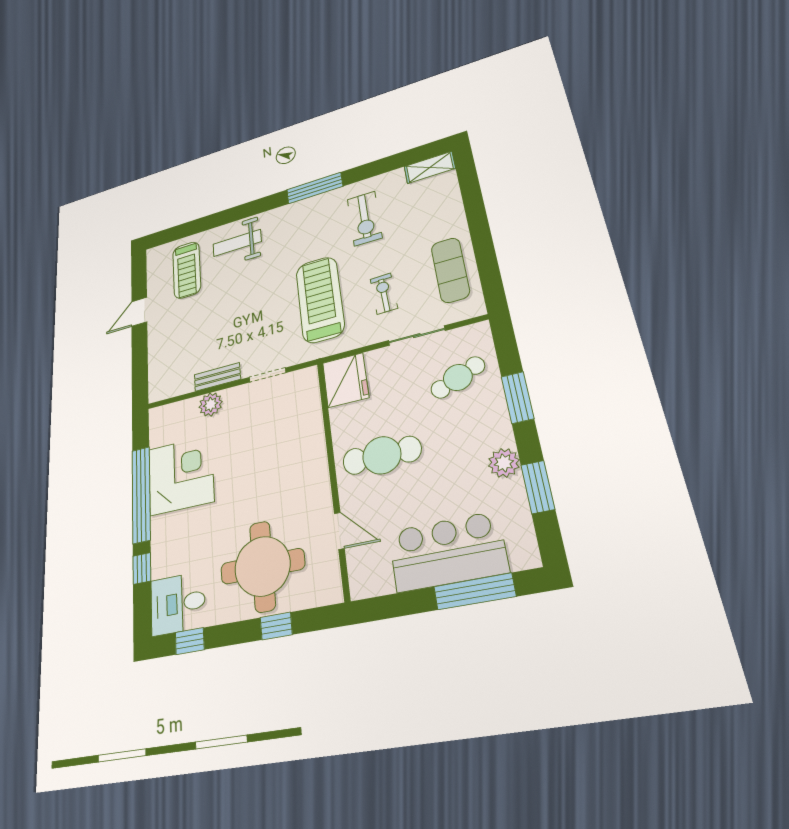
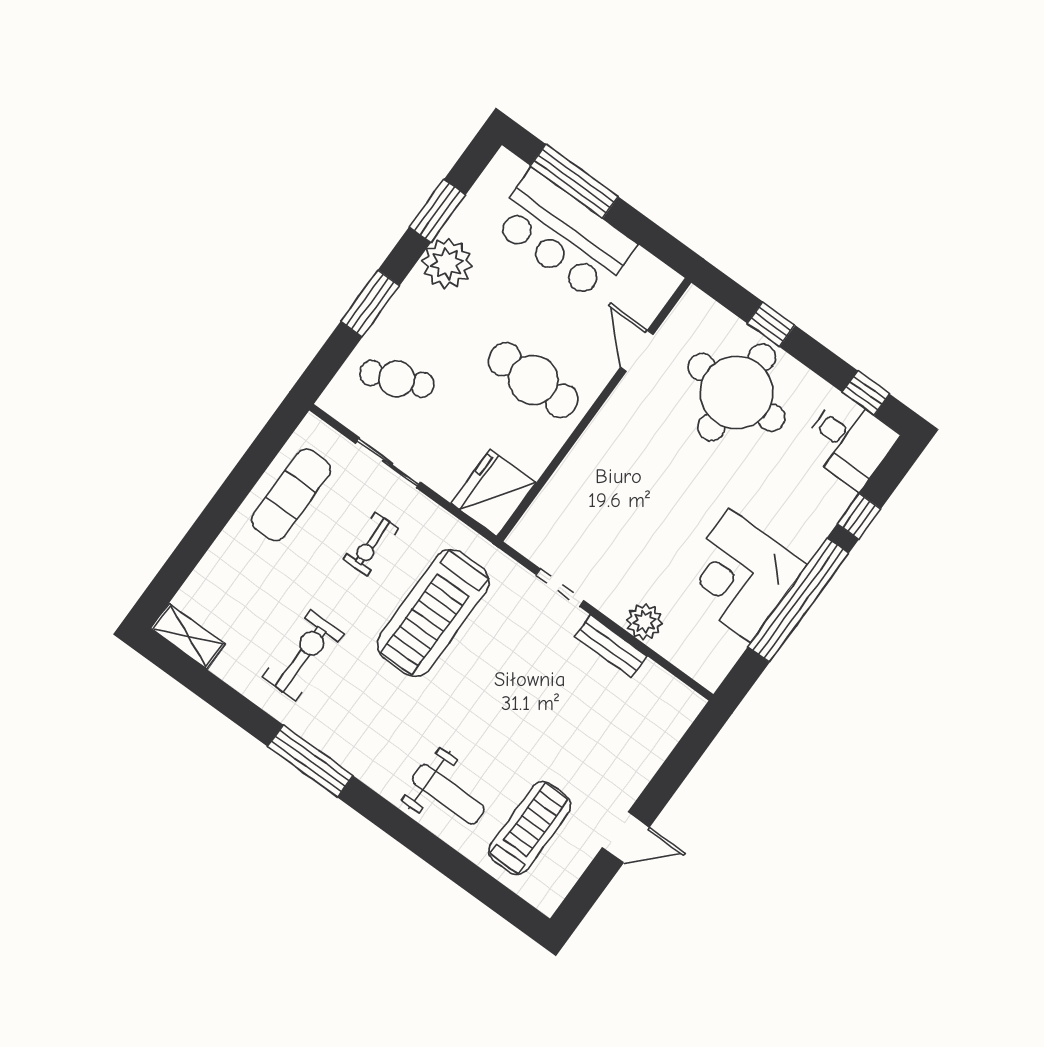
plant: (504, 463) -> (447, 264), width x1.36, depth x1.36

